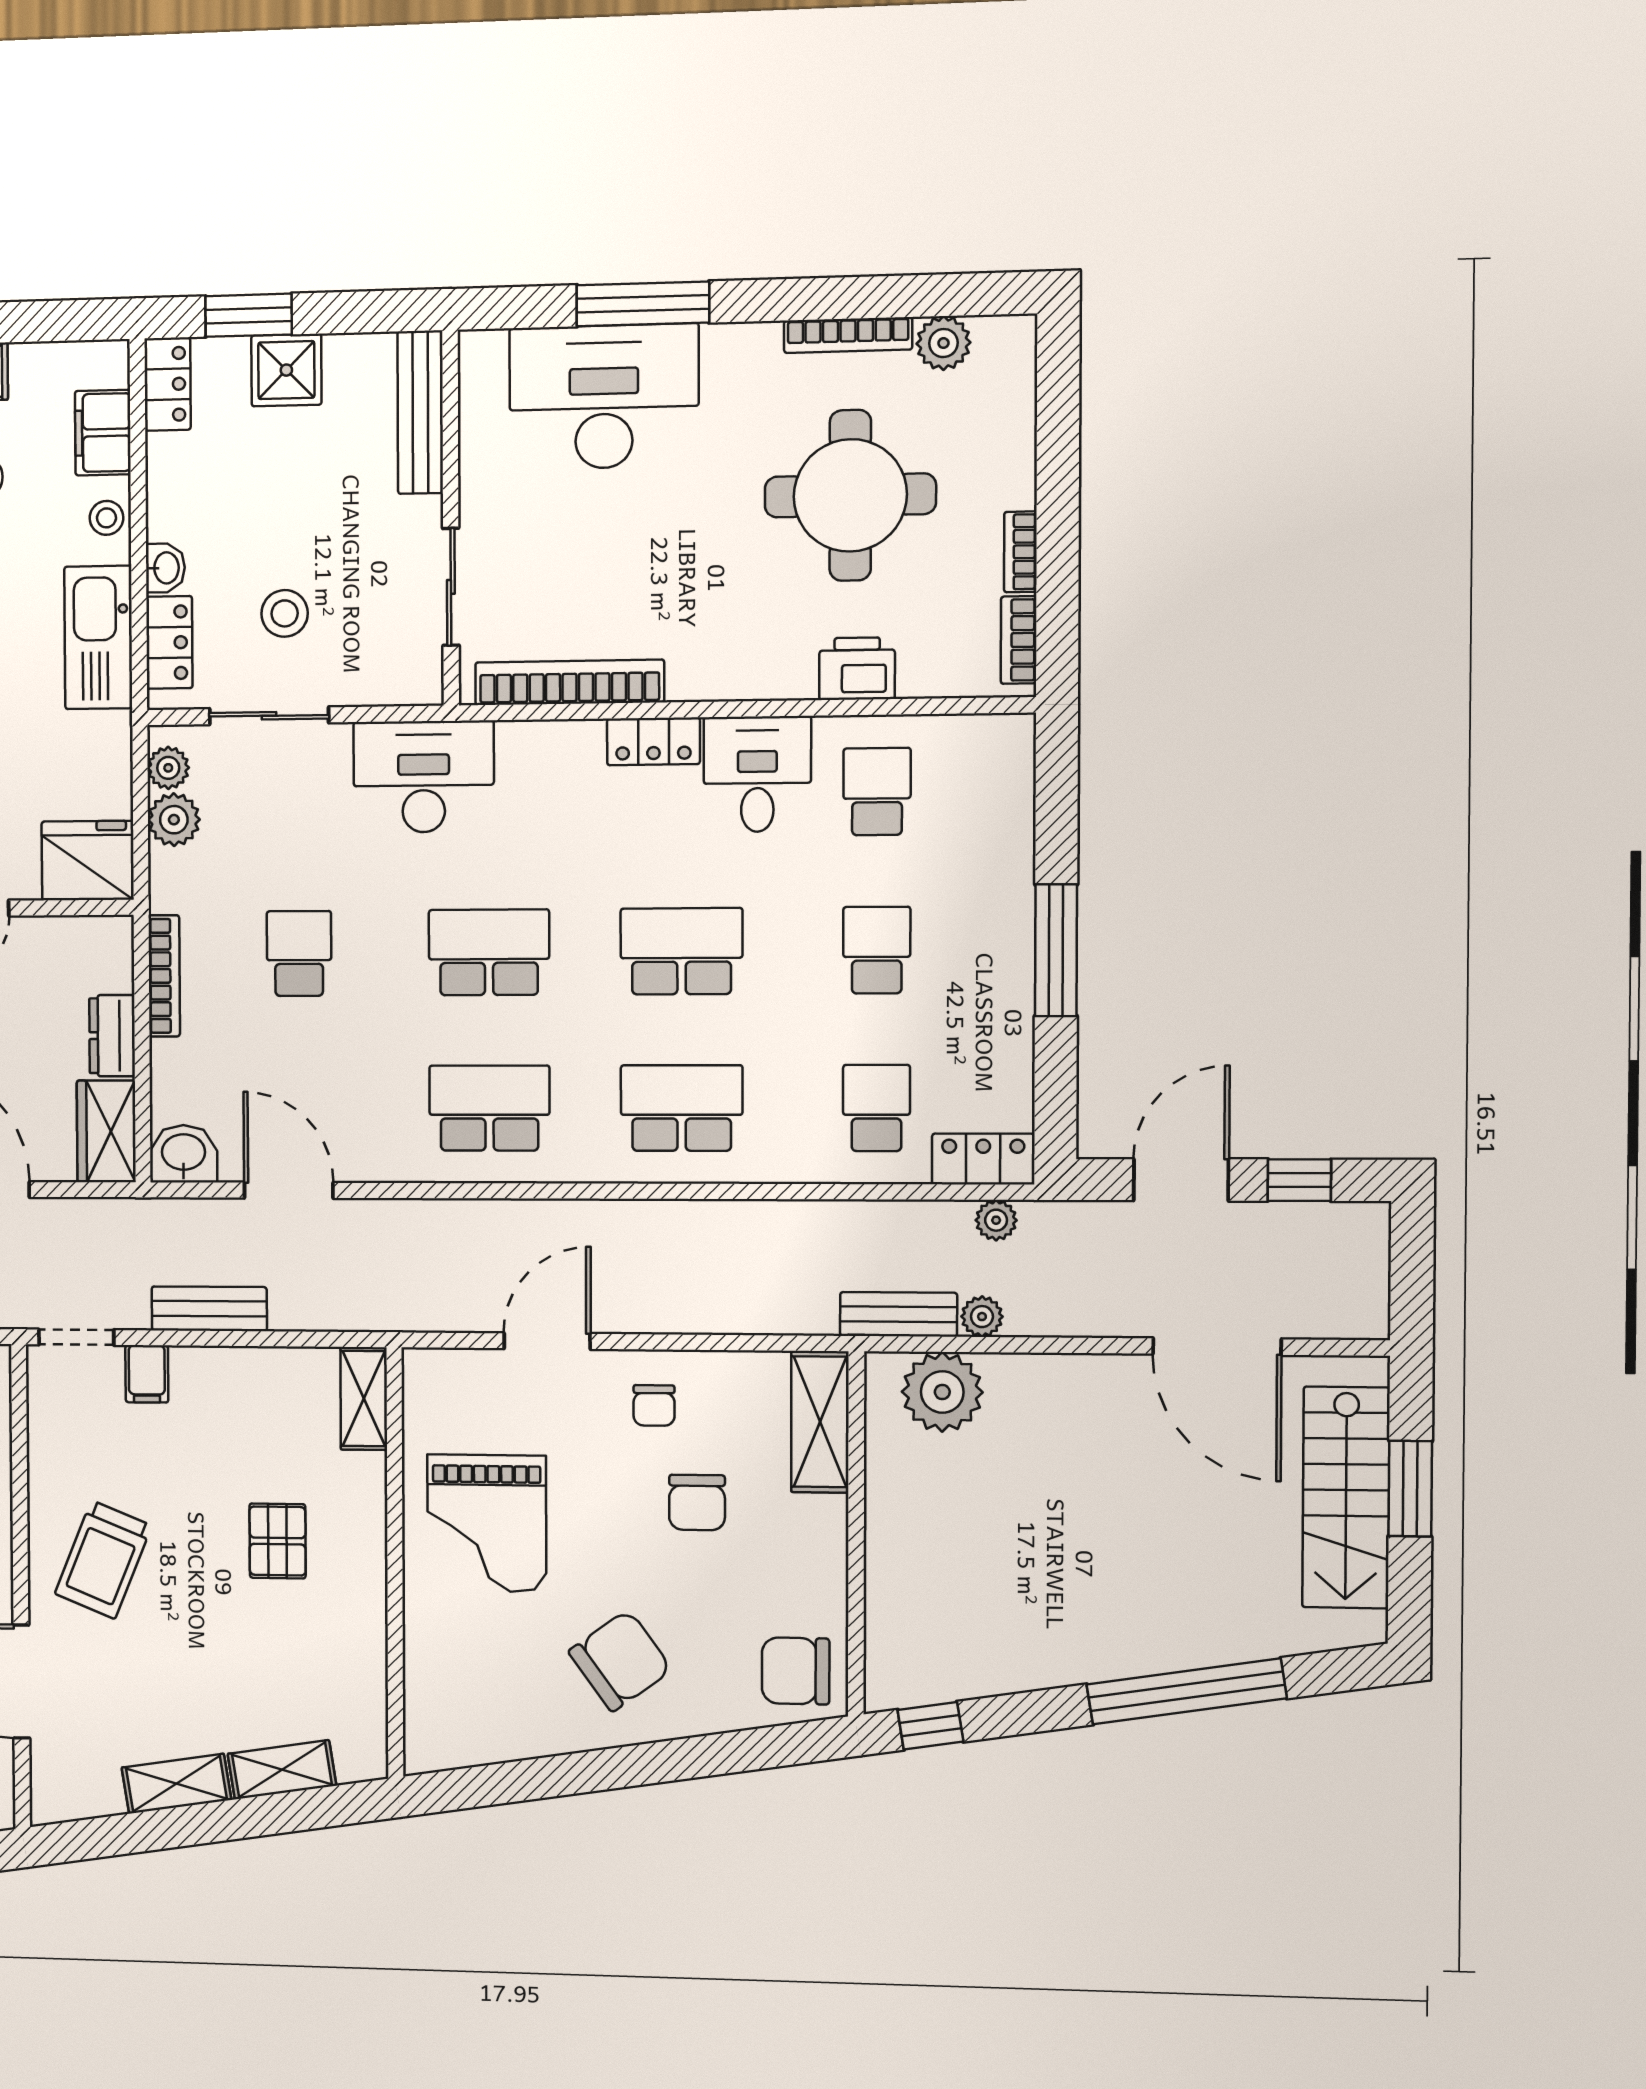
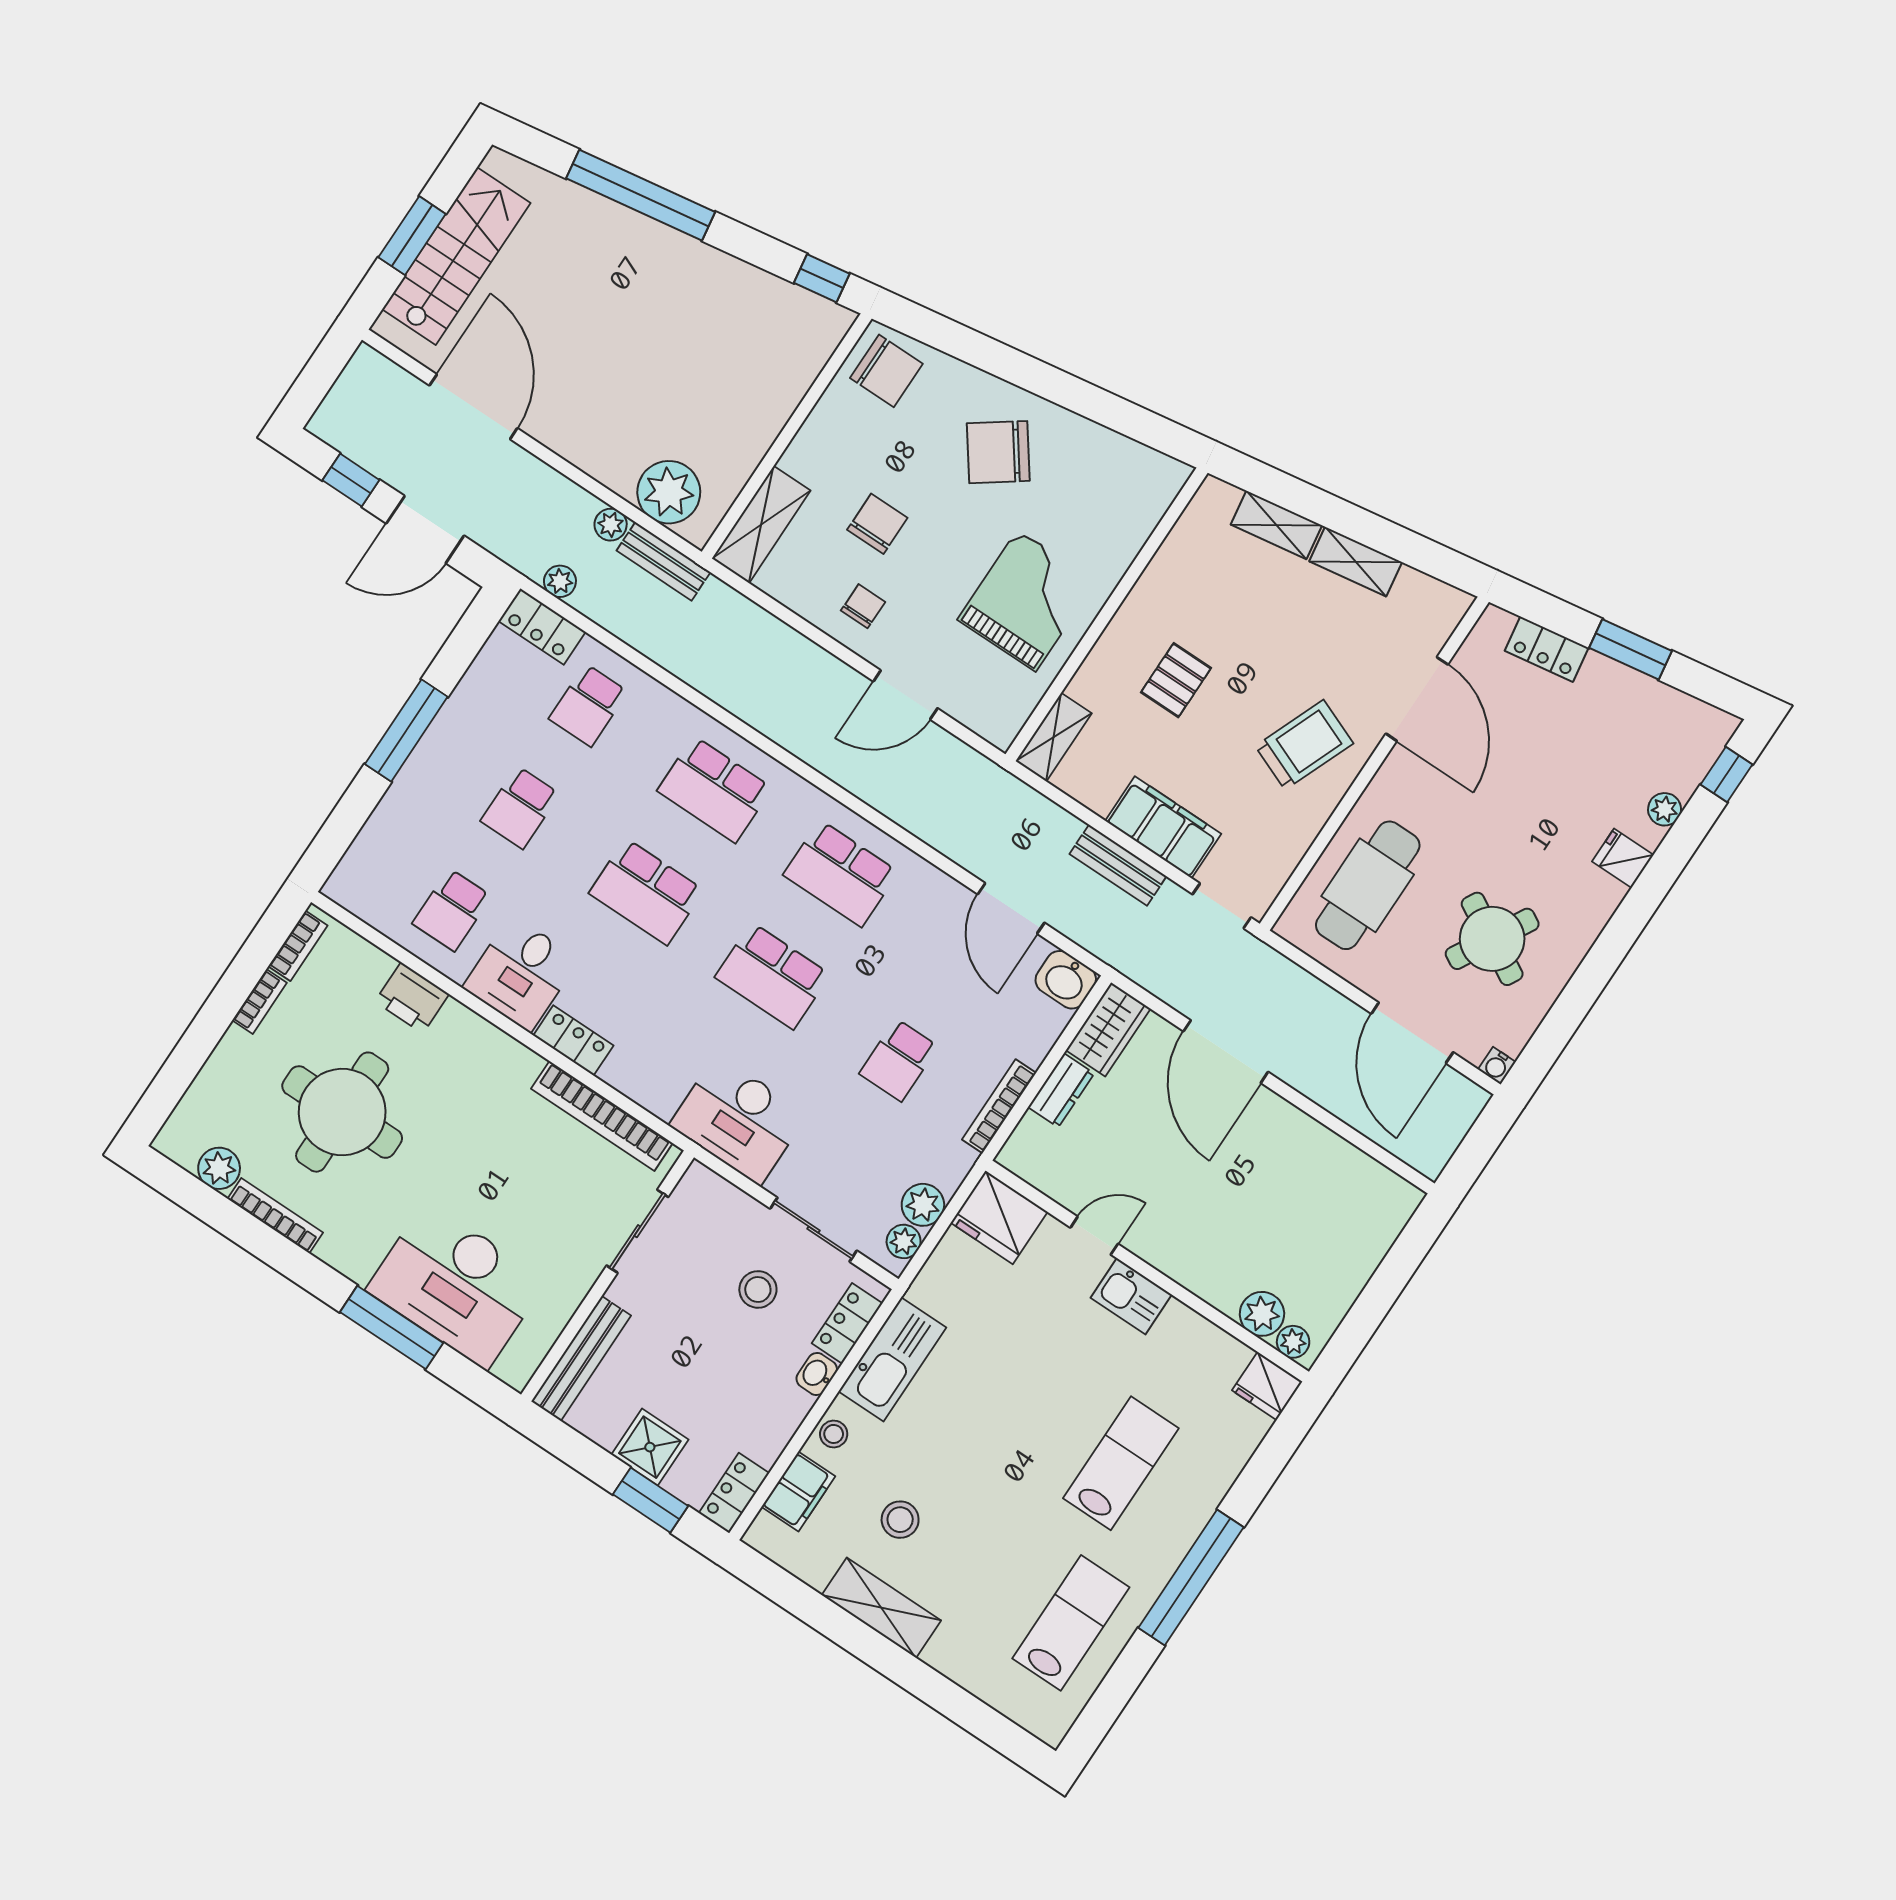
filing cabinet: (147, 1374) -> (1163, 827), width x3.00, depth x1.17

